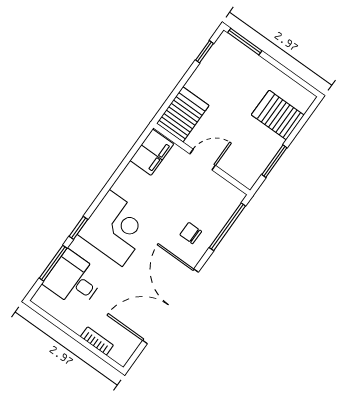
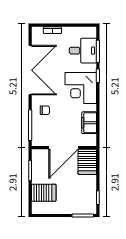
filing cabinet: (152, 152) -> (89, 123), moved
door: (203, 160) -> (63, 148), width x1.87

